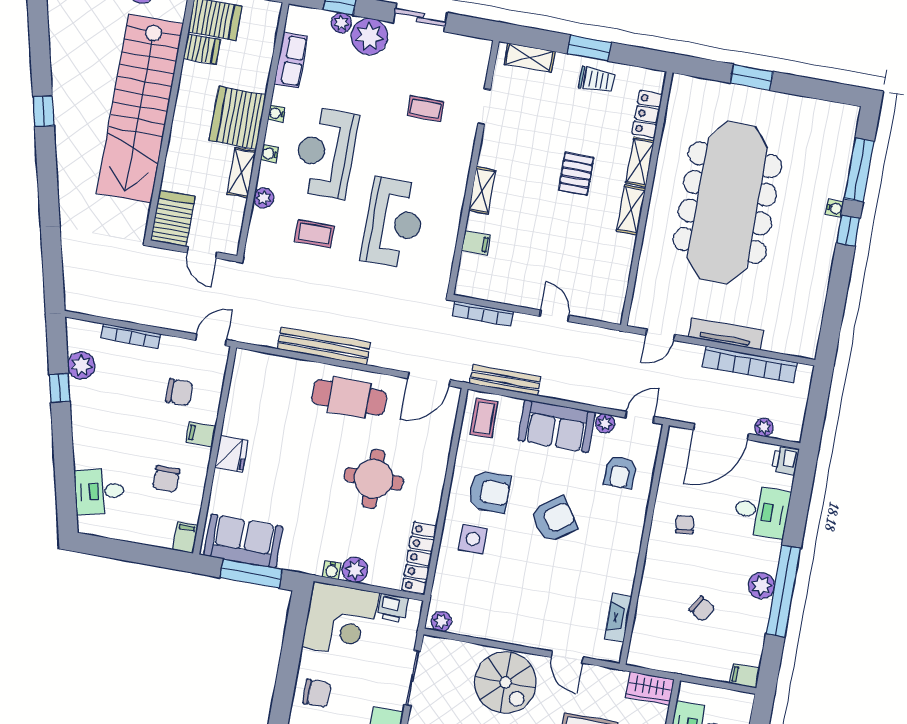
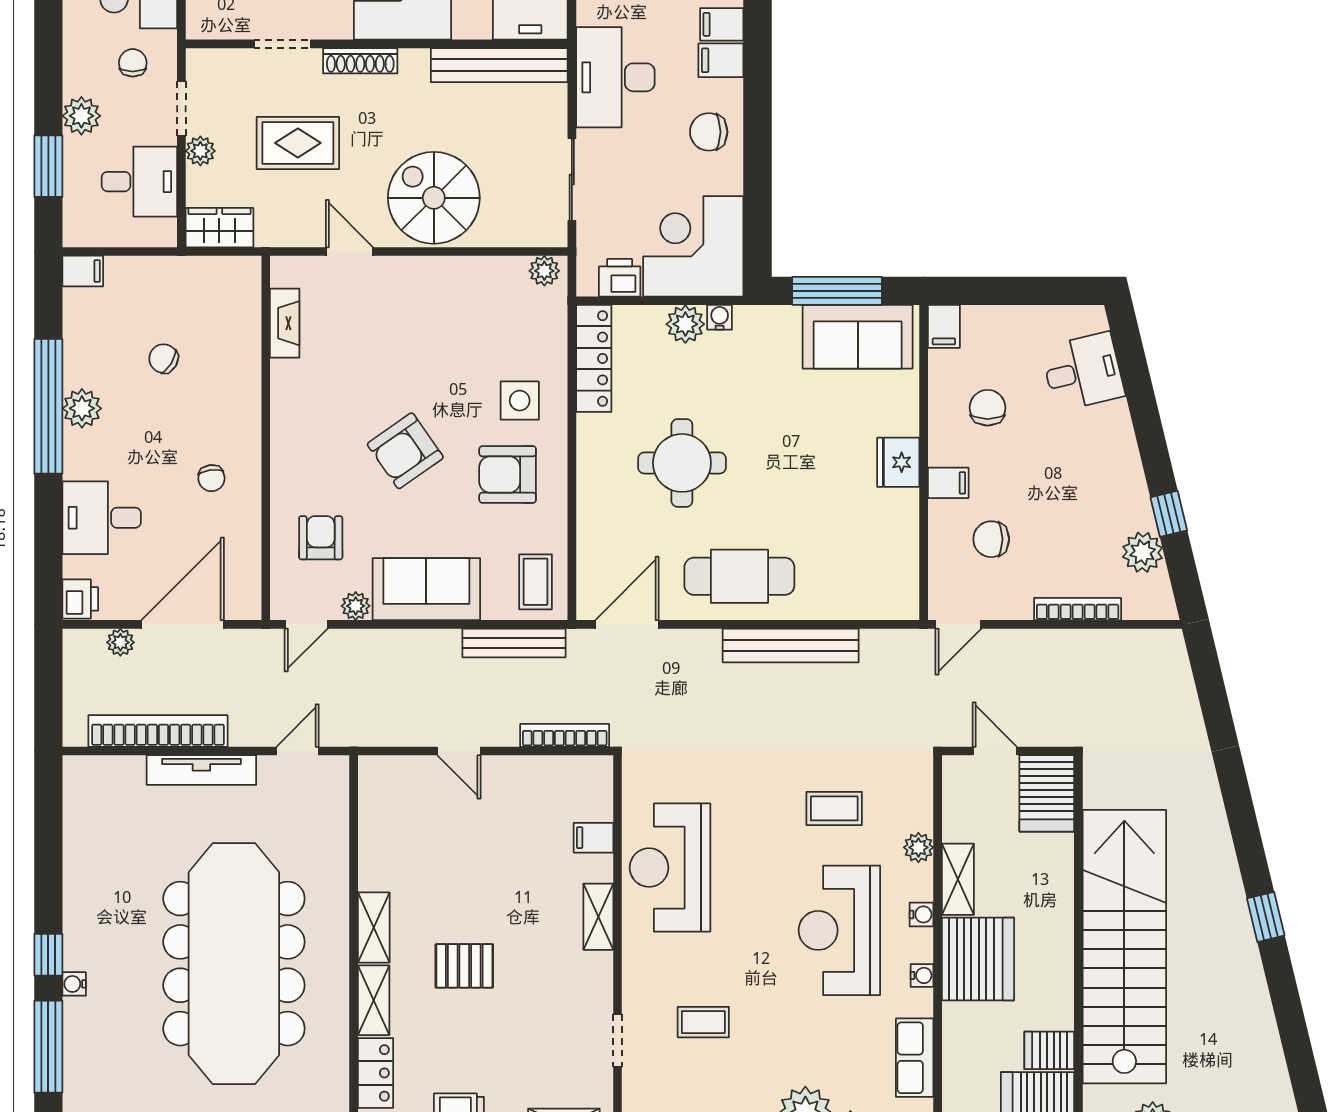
reception desk: (325, 153) -> (839, 930), turned 180
pallet: (576, 174) -> (464, 966), turned 90
reception desk: (394, 223) -> (670, 868), moved

